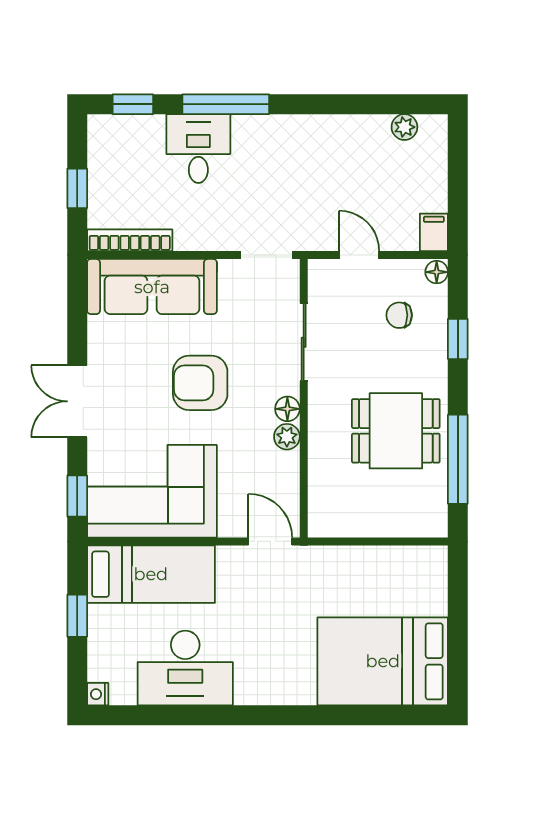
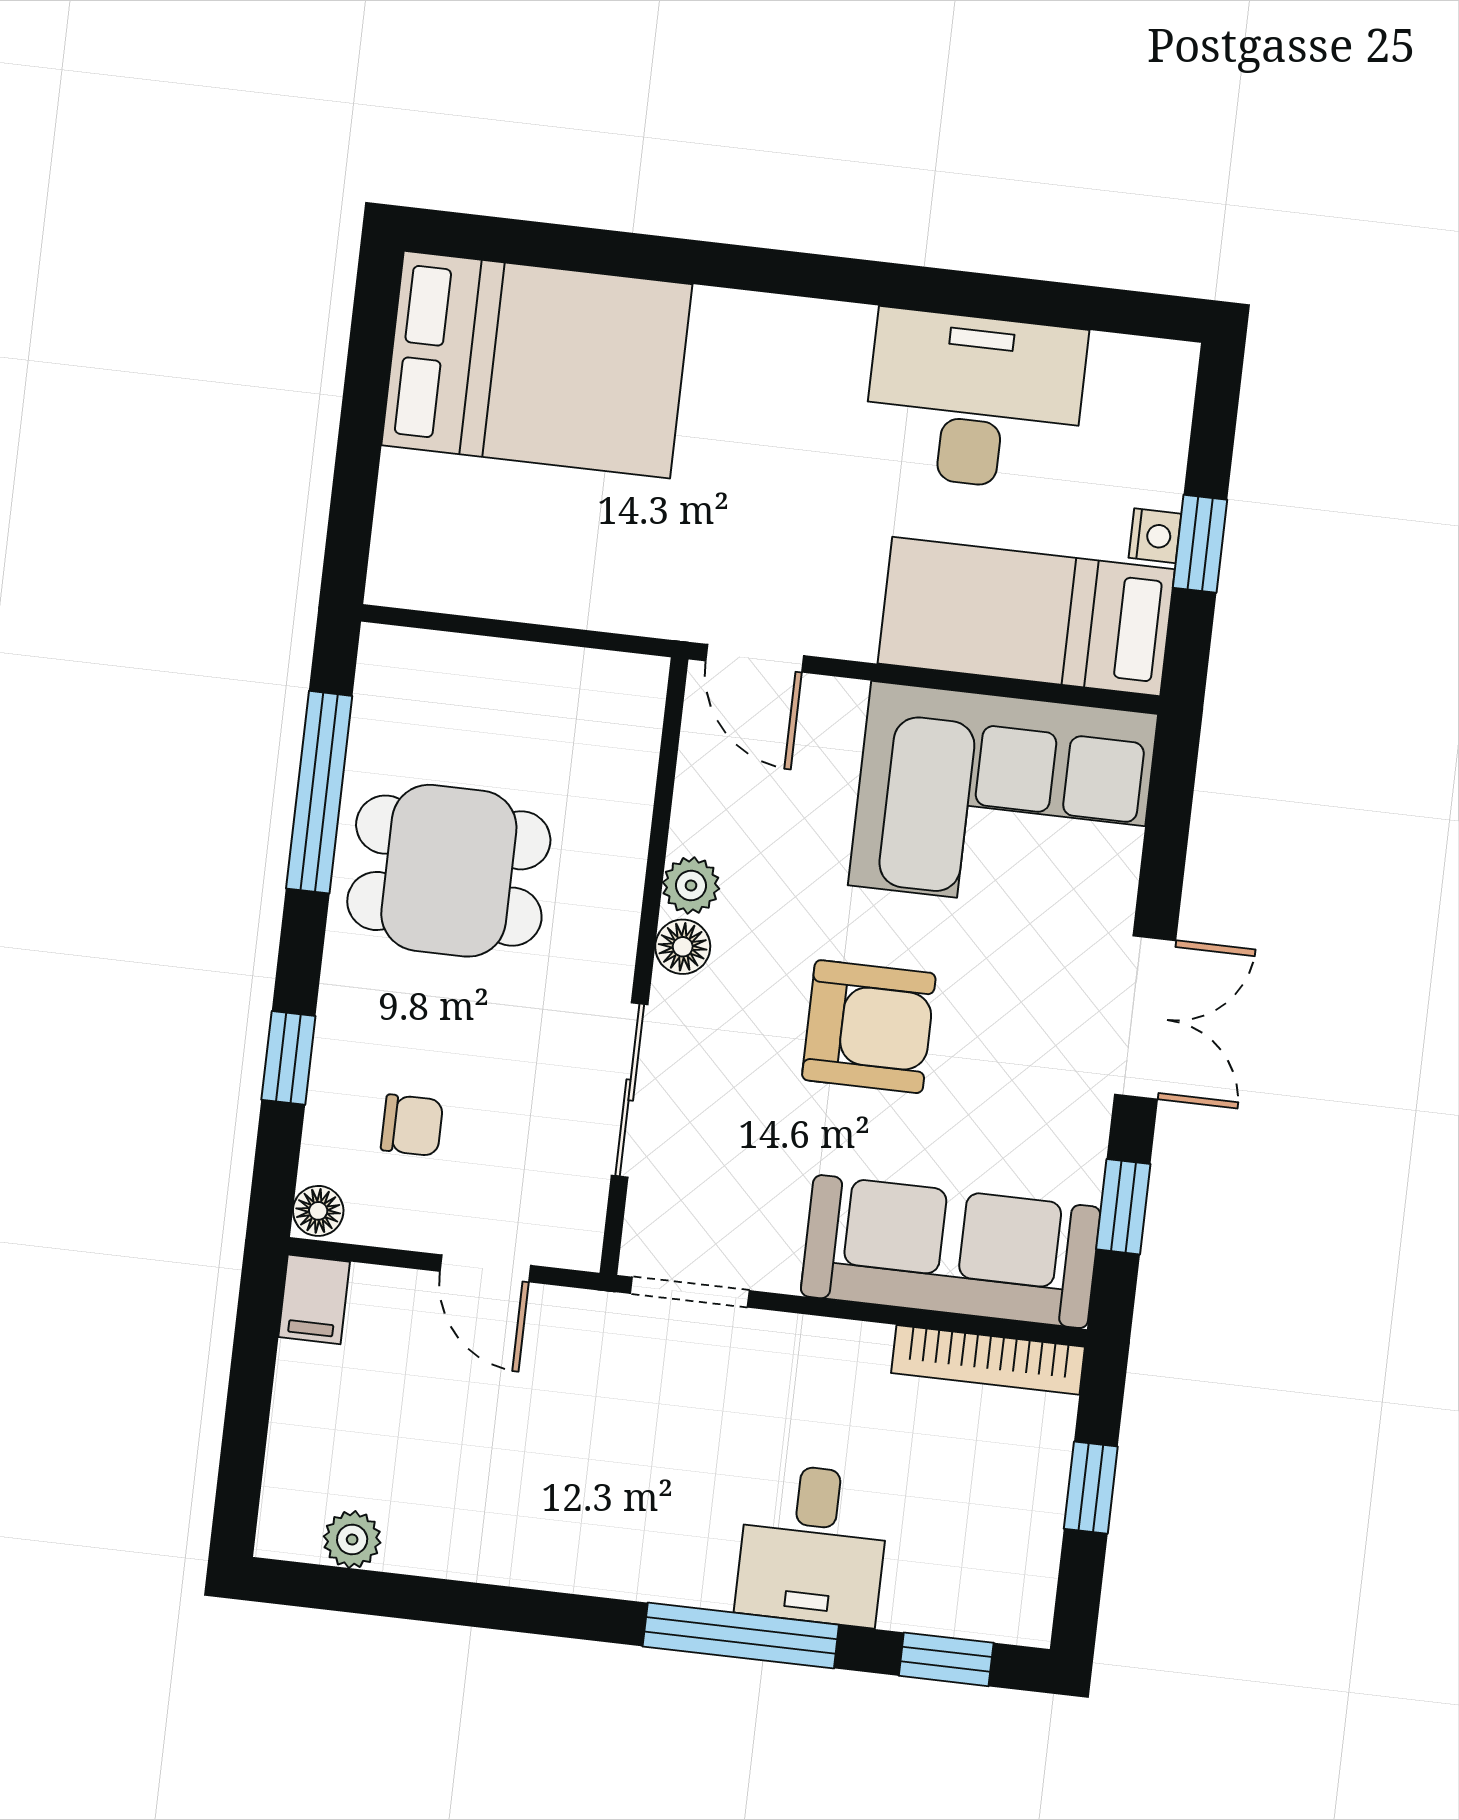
window: (77, 496) -> (1123, 1207), moved
nightstand: (98, 694) -> (1155, 536), moved

